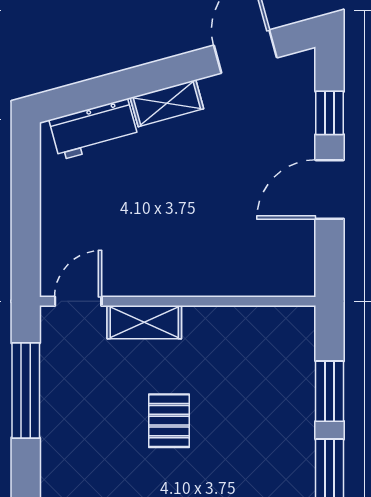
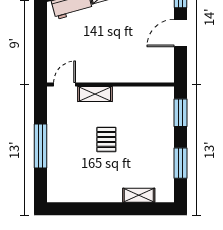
window: (26, 390) -> (40, 146), moved
window: (330, 391) -> (180, 113), moved

